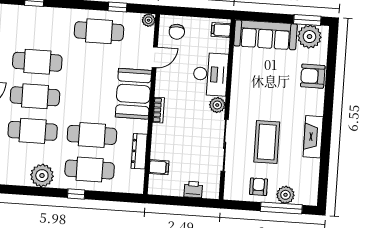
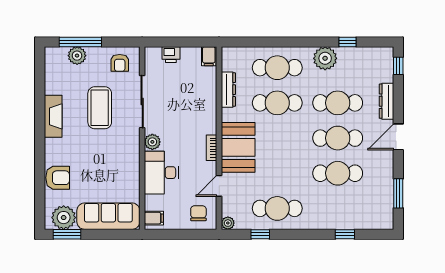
bookcase: (158, 110) -> (212, 148), moved
filing cabinet: (159, 167) -> (209, 56), moved, turned -90
armchair: (259, 187) -> (120, 63), moved
window: (76, 194) -> (347, 42), moved

